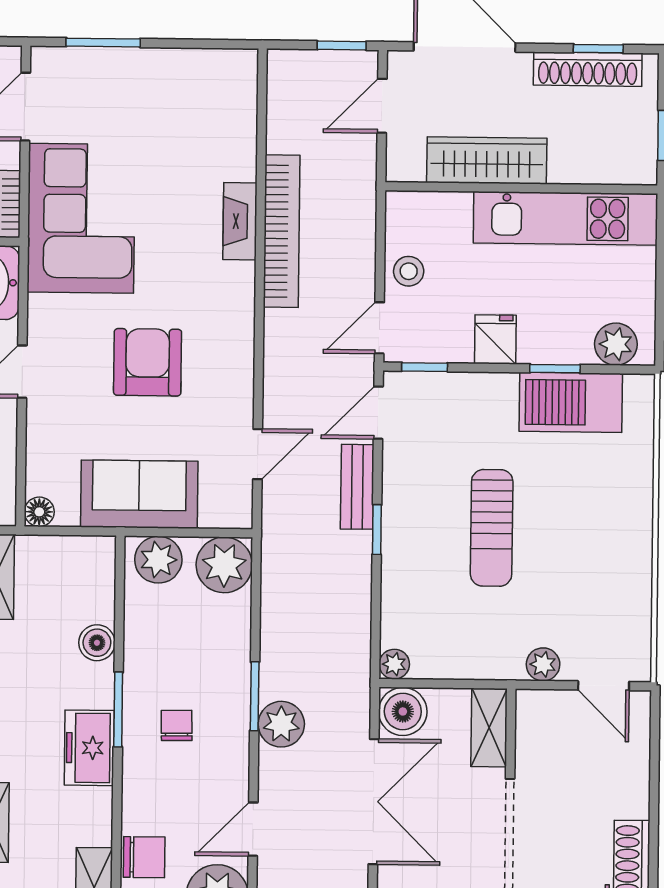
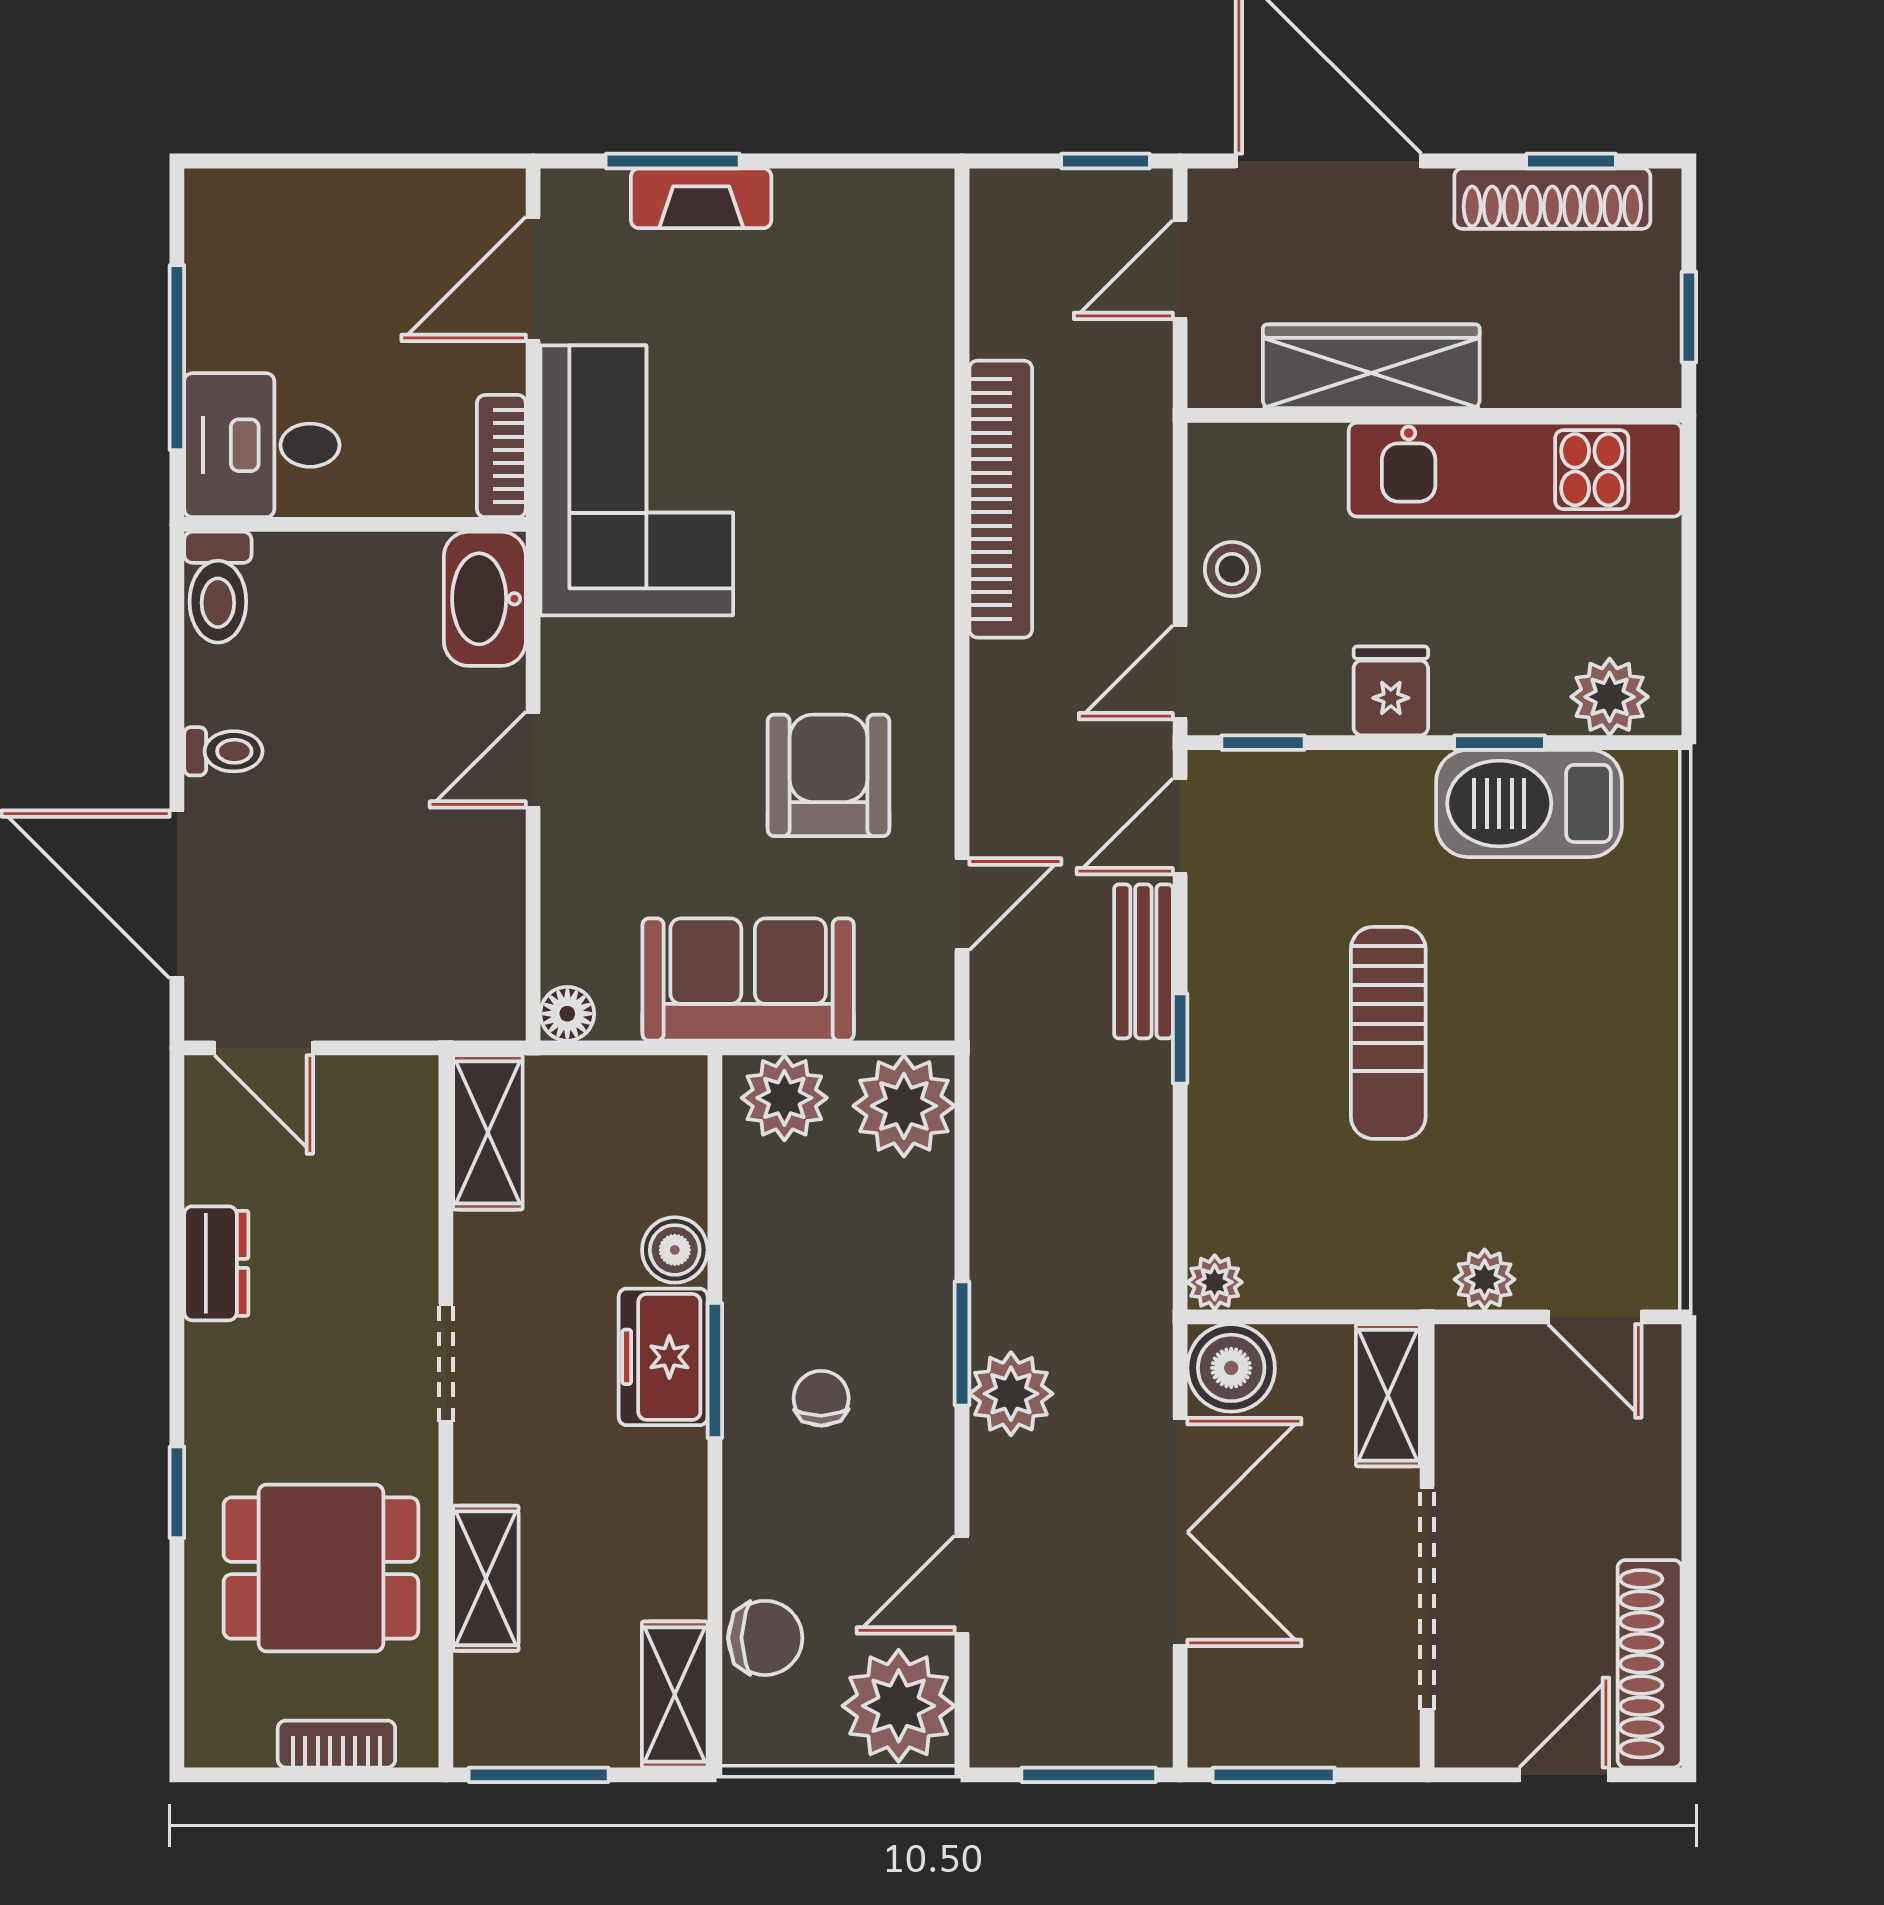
fireplace: (240, 221) -> (701, 198), moved, turned -90
armchair: (148, 362) -> (829, 775), moved
freezer: (89, 748) -> (663, 1357), moved

